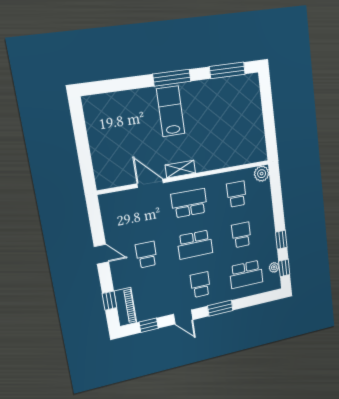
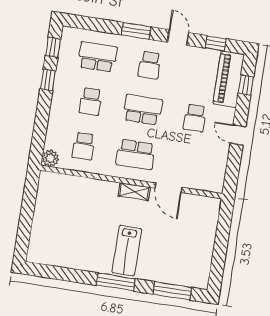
window: (227, 70) -> (172, 291), moved
plant: (274, 267) -> (64, 52), removed
piano: (125, 307) -> (229, 79), width x1.37, depth x1.33

